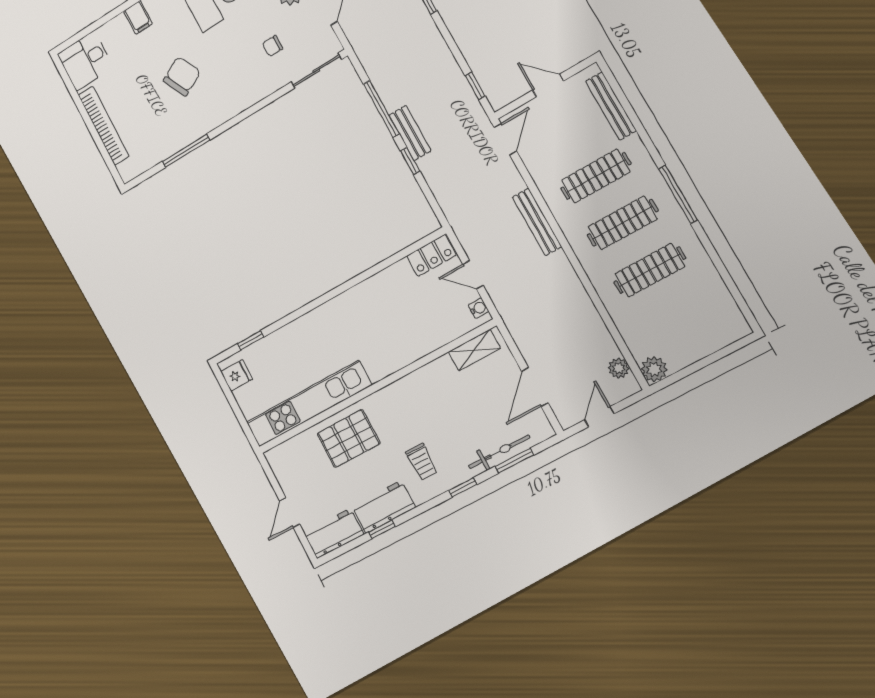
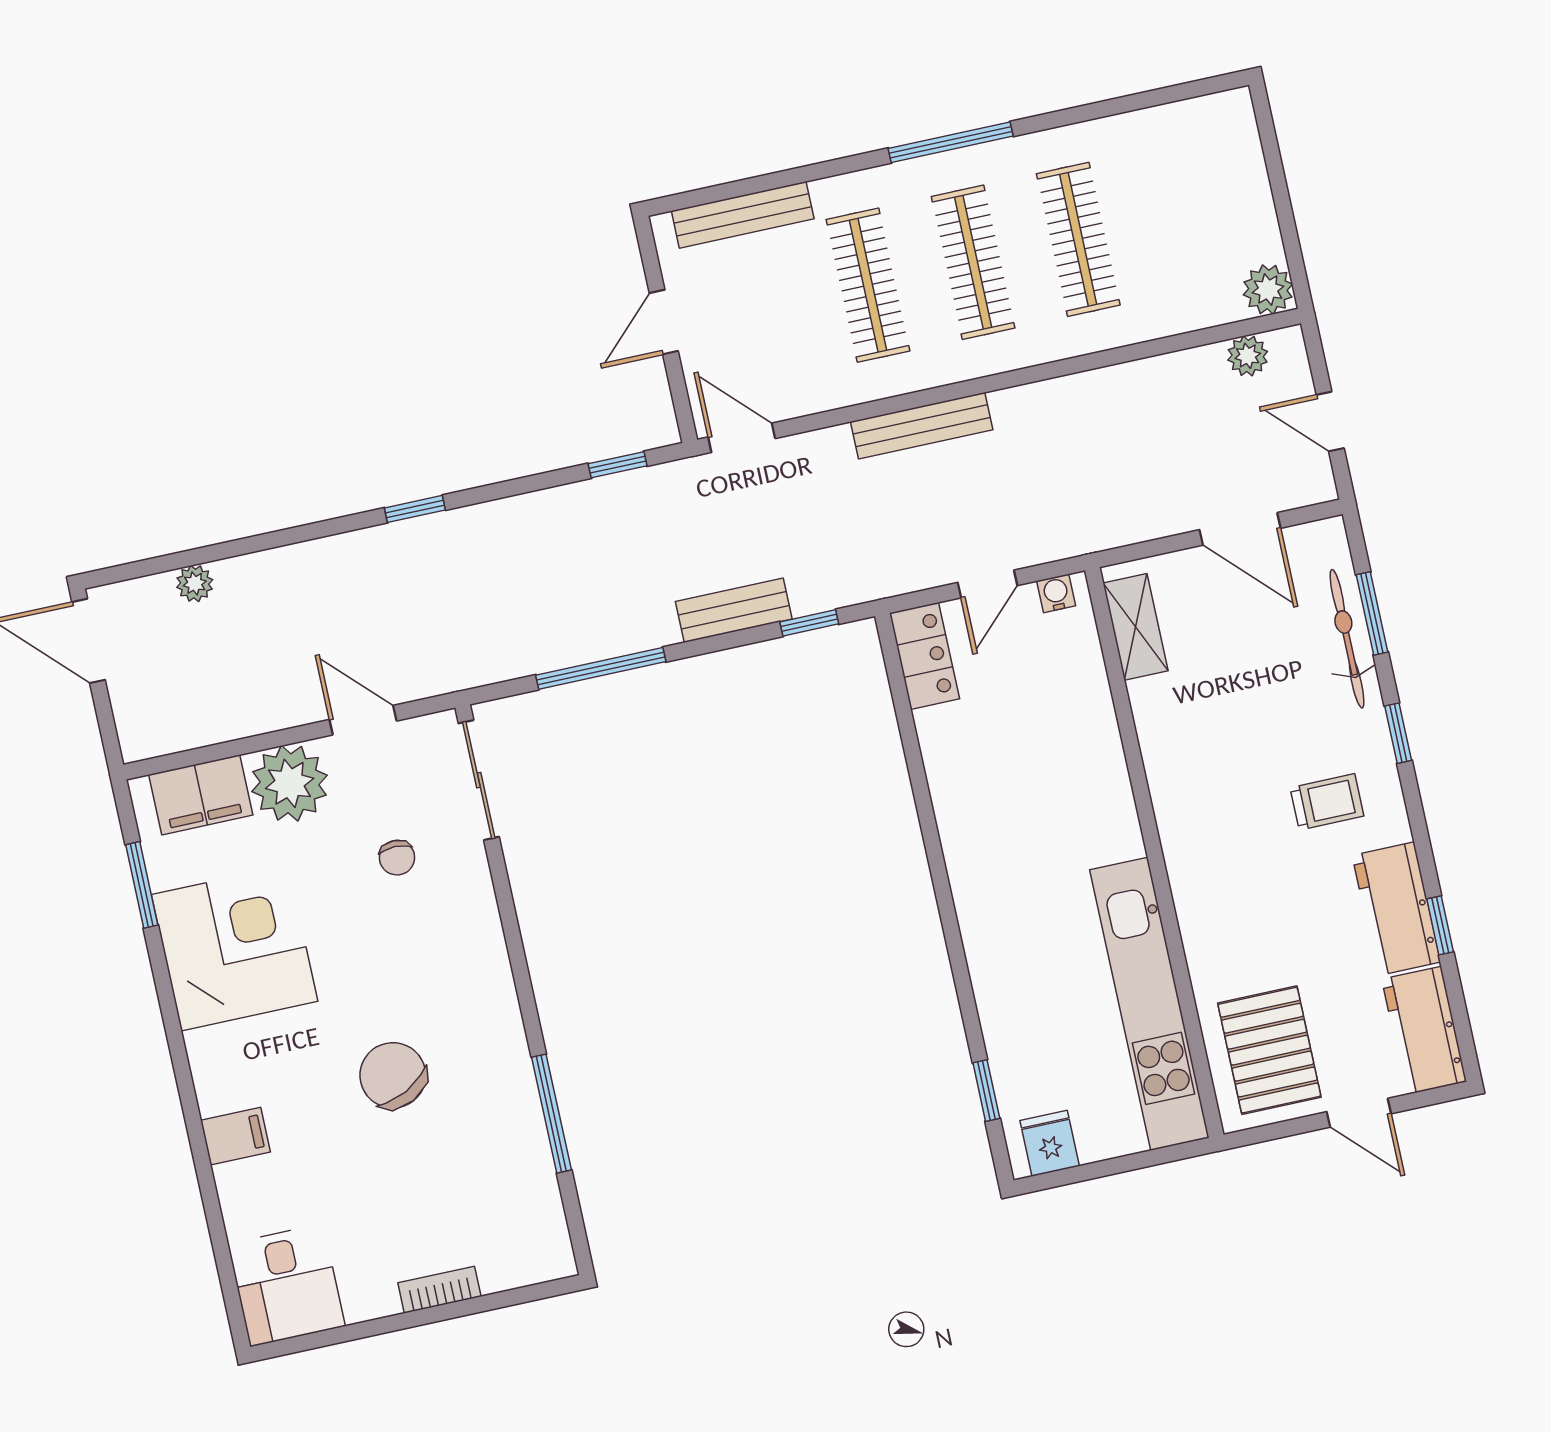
bookcase: (104, 126) -> (439, 1290), width x0.43, depth x0.76
bench: (410, 133) -> (734, 610), moved
window: (410, 161) -> (809, 623), moved
pallet: (349, 439) -> (1269, 1050), moved

